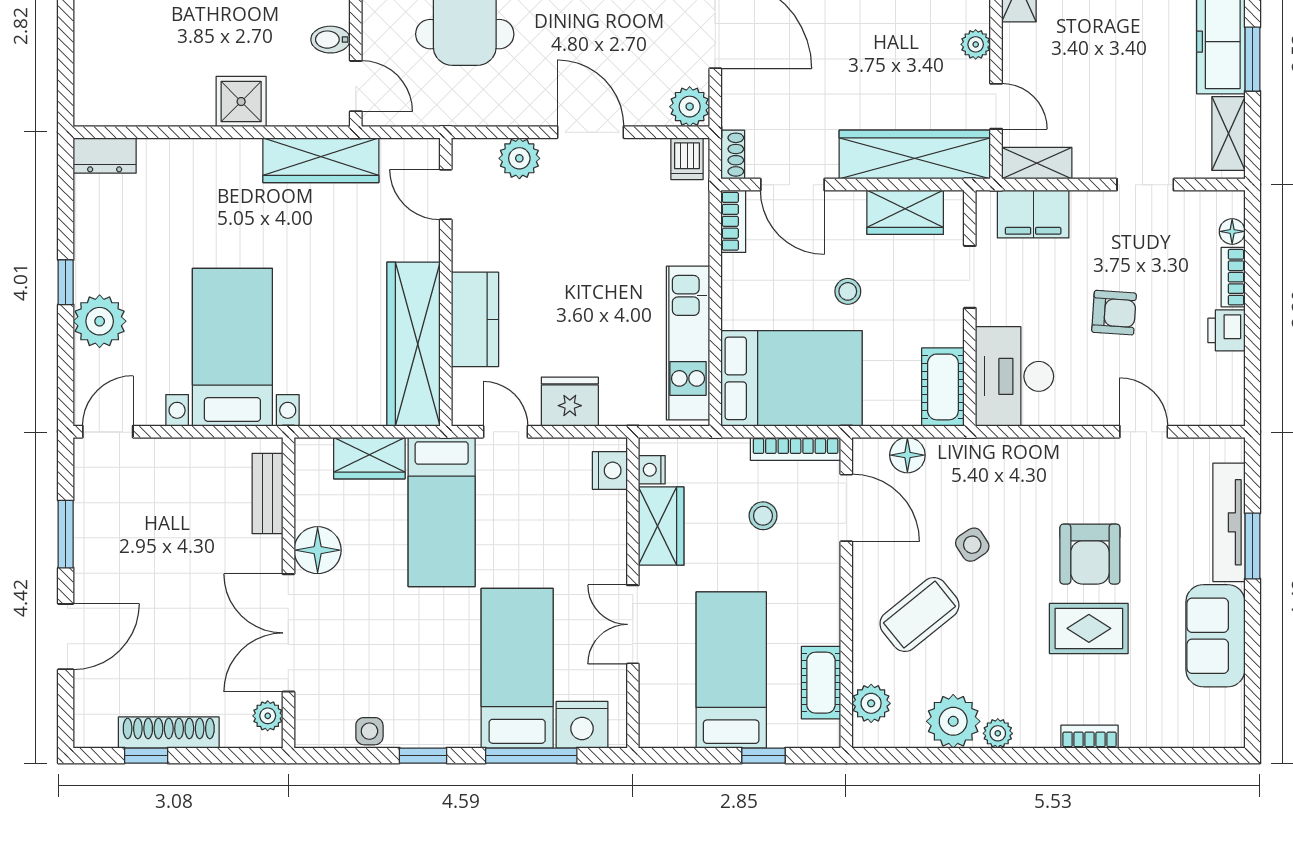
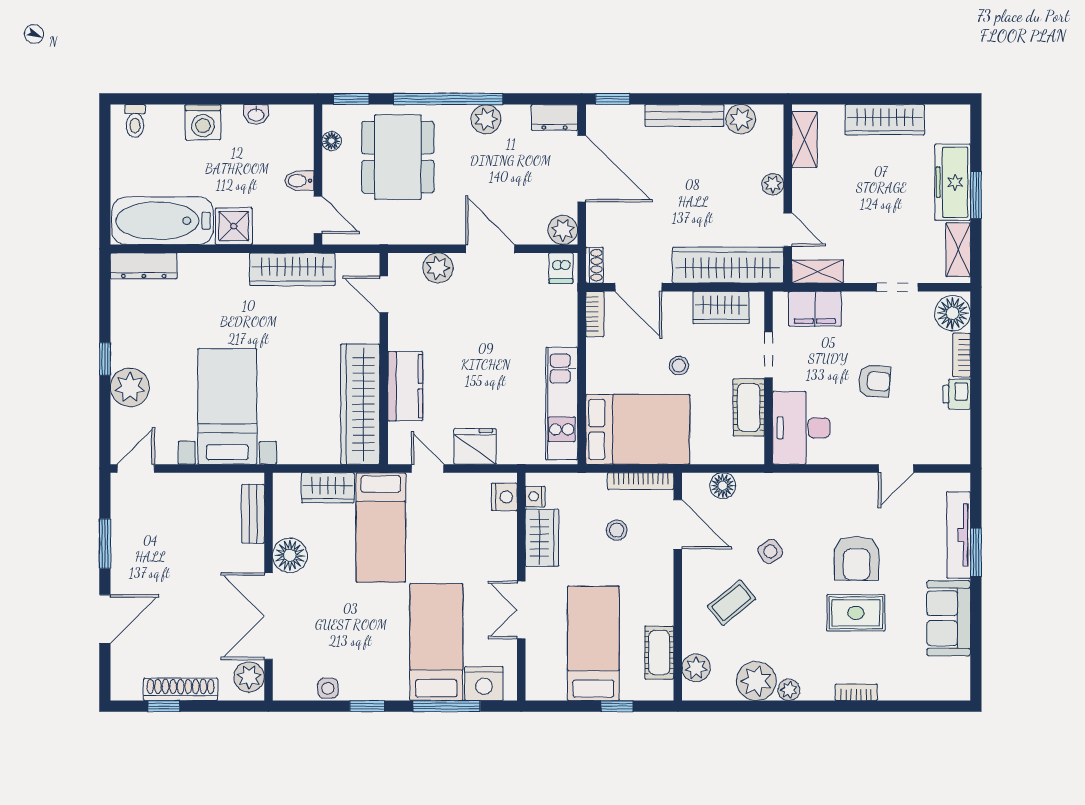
bathtub: (144, 94) -> (162, 221), added
dresser: (105, 156) -> (144, 266), width x1.44
floor lamp: (1232, 231) -> (953, 313), width x1.89, depth x1.89
cot: (943, 387) -> (749, 407), moved
door: (1144, 432) -> (896, 468), swing flipped
coffee table: (919, 615) -> (732, 603), width x0.73, depth x0.77
plant: (268, 716) -> (249, 677), width x1.38, depth x1.38

